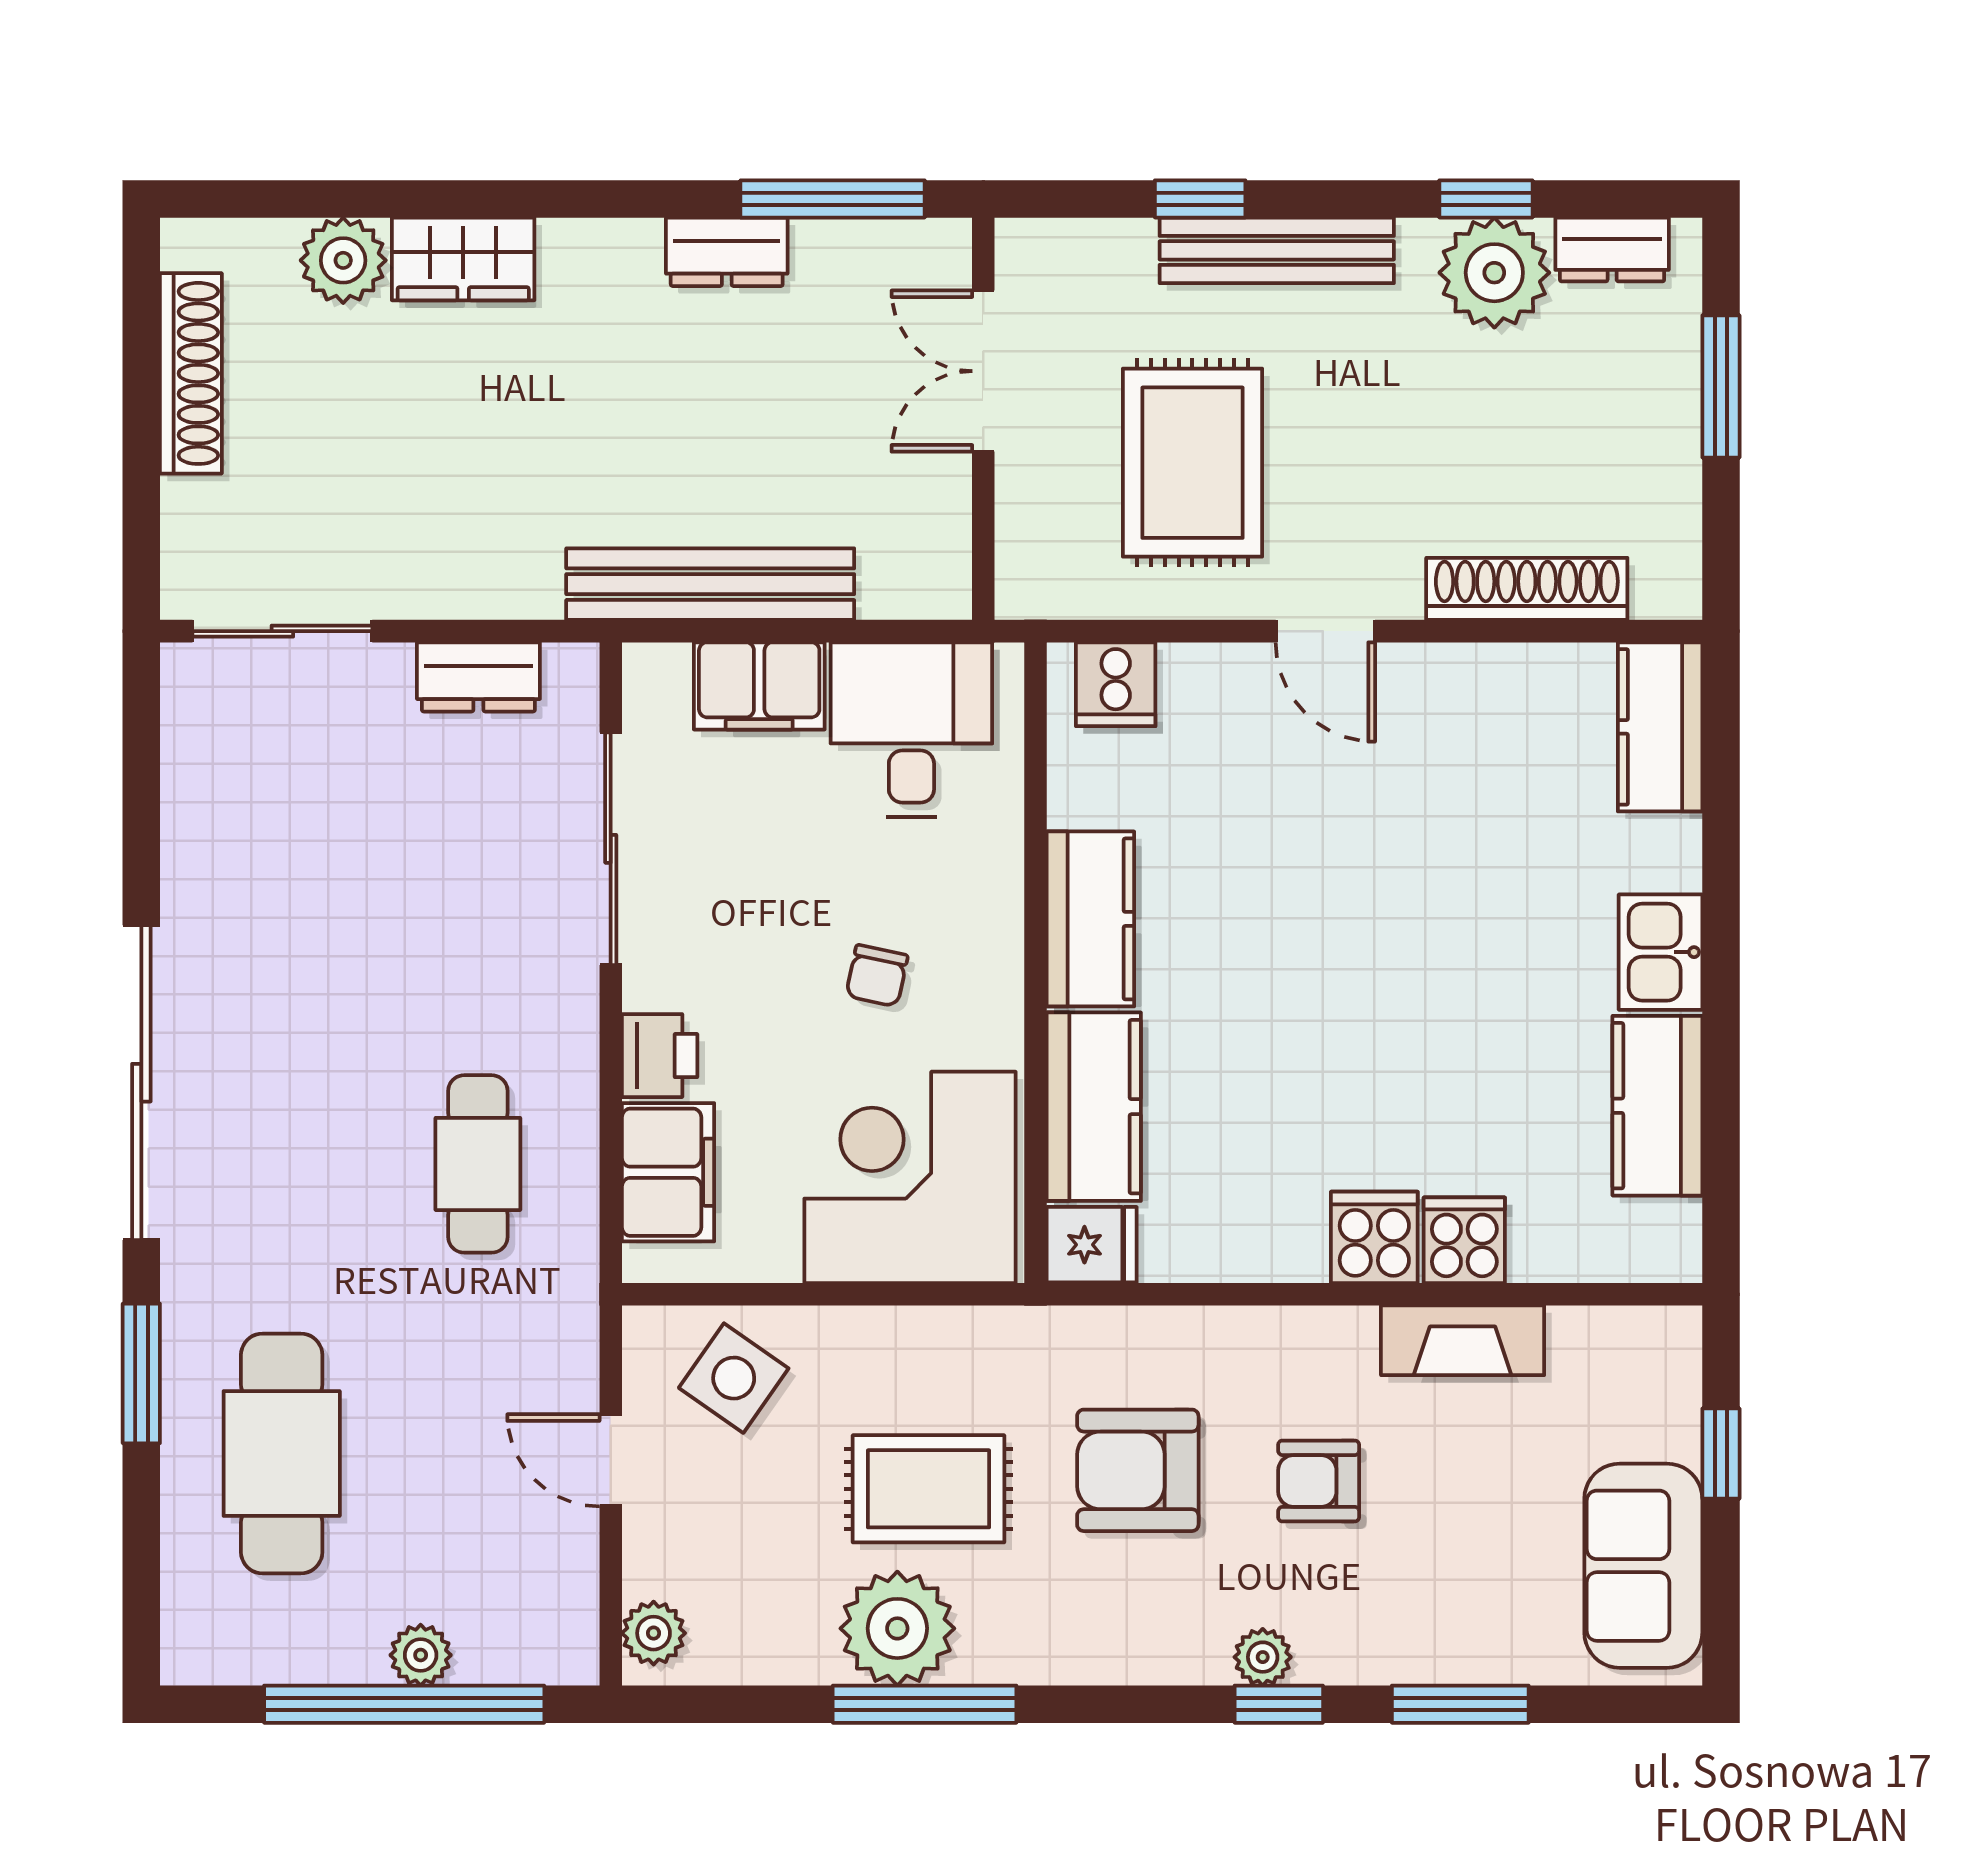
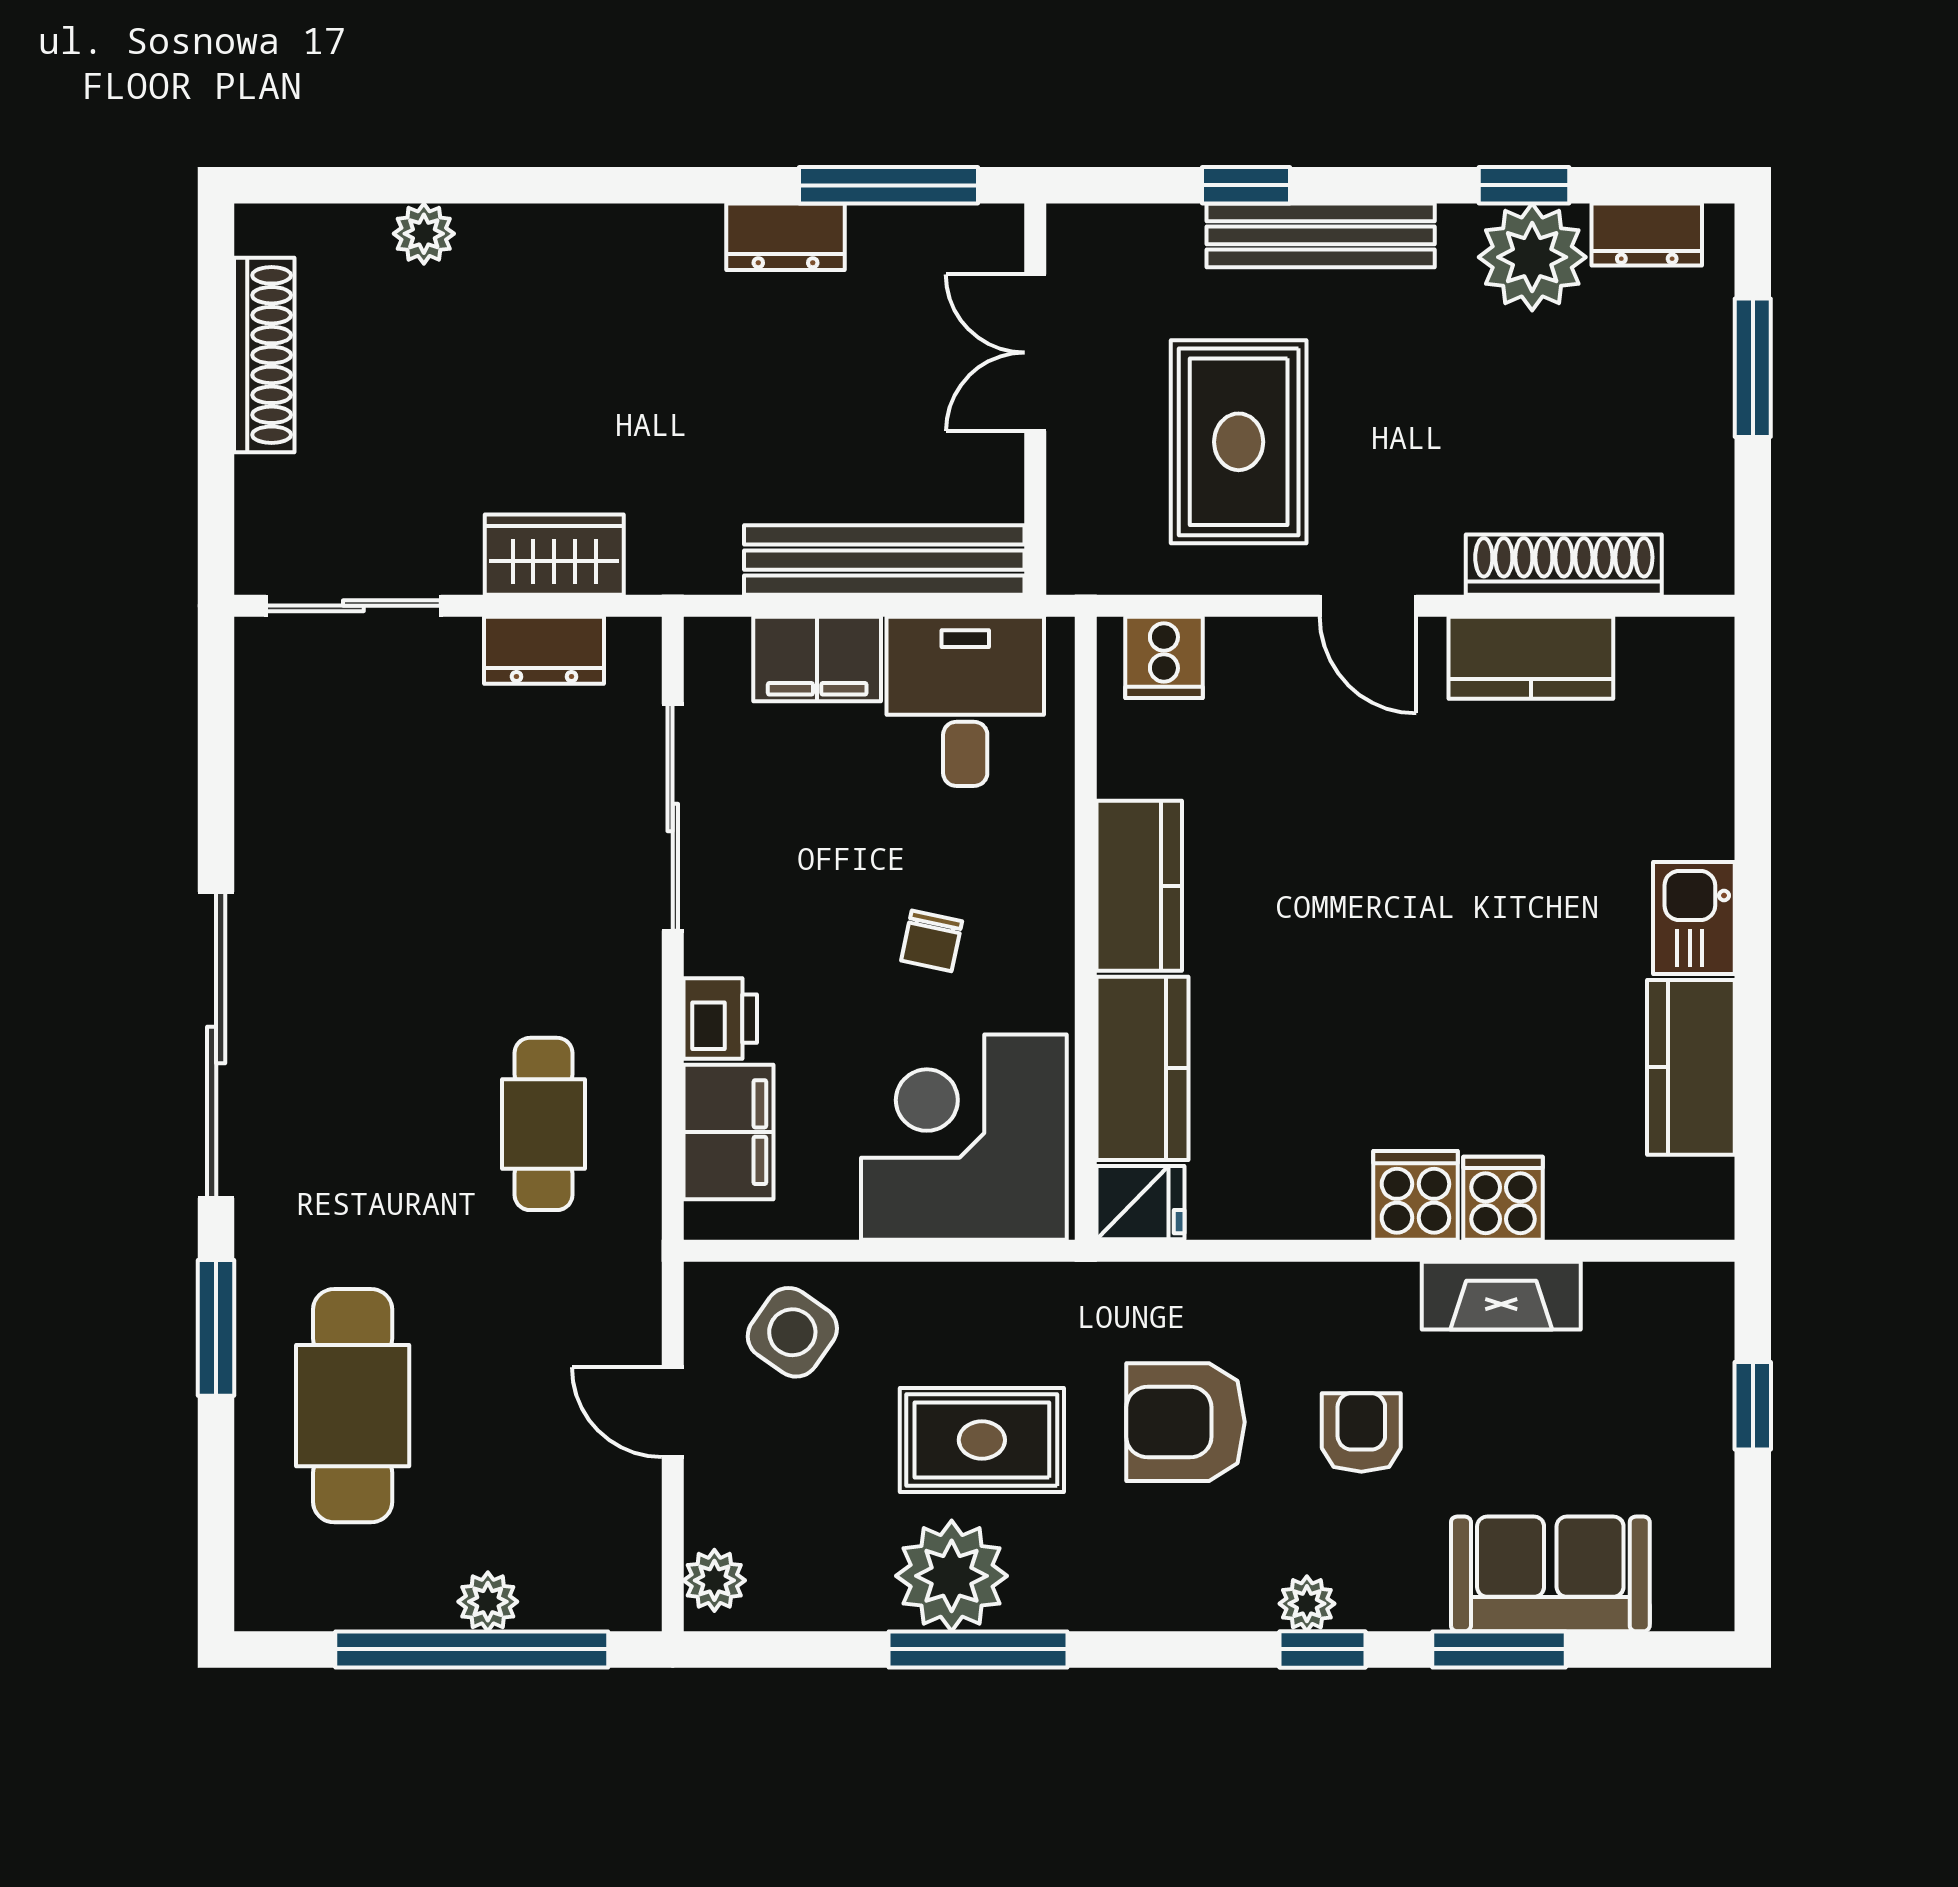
wardrobe: (463, 259) -> (554, 555), moved, turned 180
plant: (343, 260) -> (424, 234), width x0.73, depth x0.73
bench: (710, 584) -> (884, 560), moved
kitchen counter: (1660, 727) -> (1531, 658), moved, turned -90
armchair: (1319, 1481) -> (1361, 1432), turned 90
sofa: (1643, 1566) -> (1550, 1574), moved, turned 90

